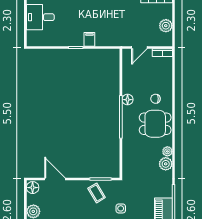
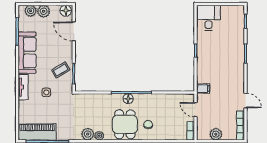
desk: (40, 17) -> (209, 18), moved
filing cabinet: (89, 39) -> (203, 89), moved
floor lamp: (128, 100) -> (128, 99), moved
door: (55, 179) -> (74, 31), swing flipped

